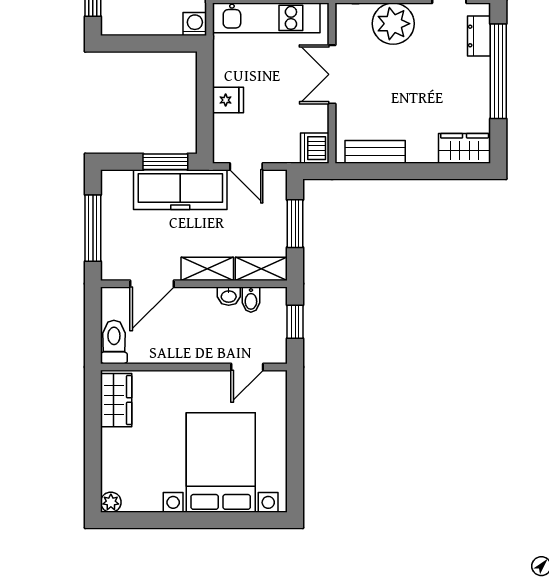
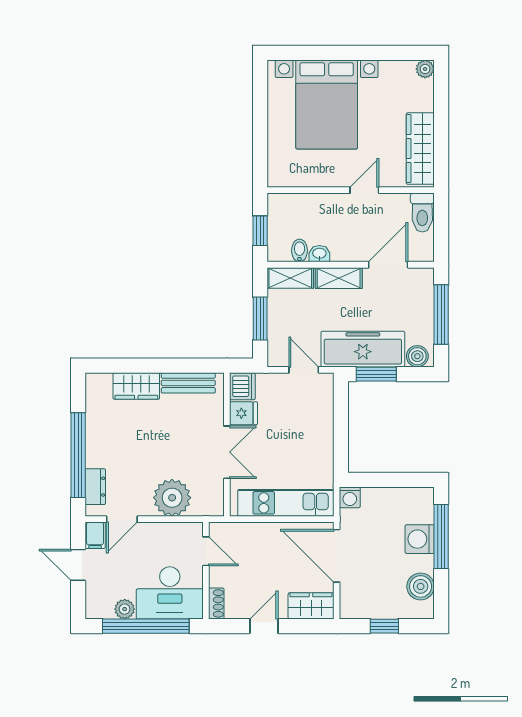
fridge: (228, 100) -> (243, 413), moved, turned 180
wardrobe: (465, 148) -> (136, 386), moved
boiler: (119, 182) -> (417, 356), added
door: (247, 367) -> (364, 190), moved
wardrobe: (116, 400) -> (420, 149), width x1.50

